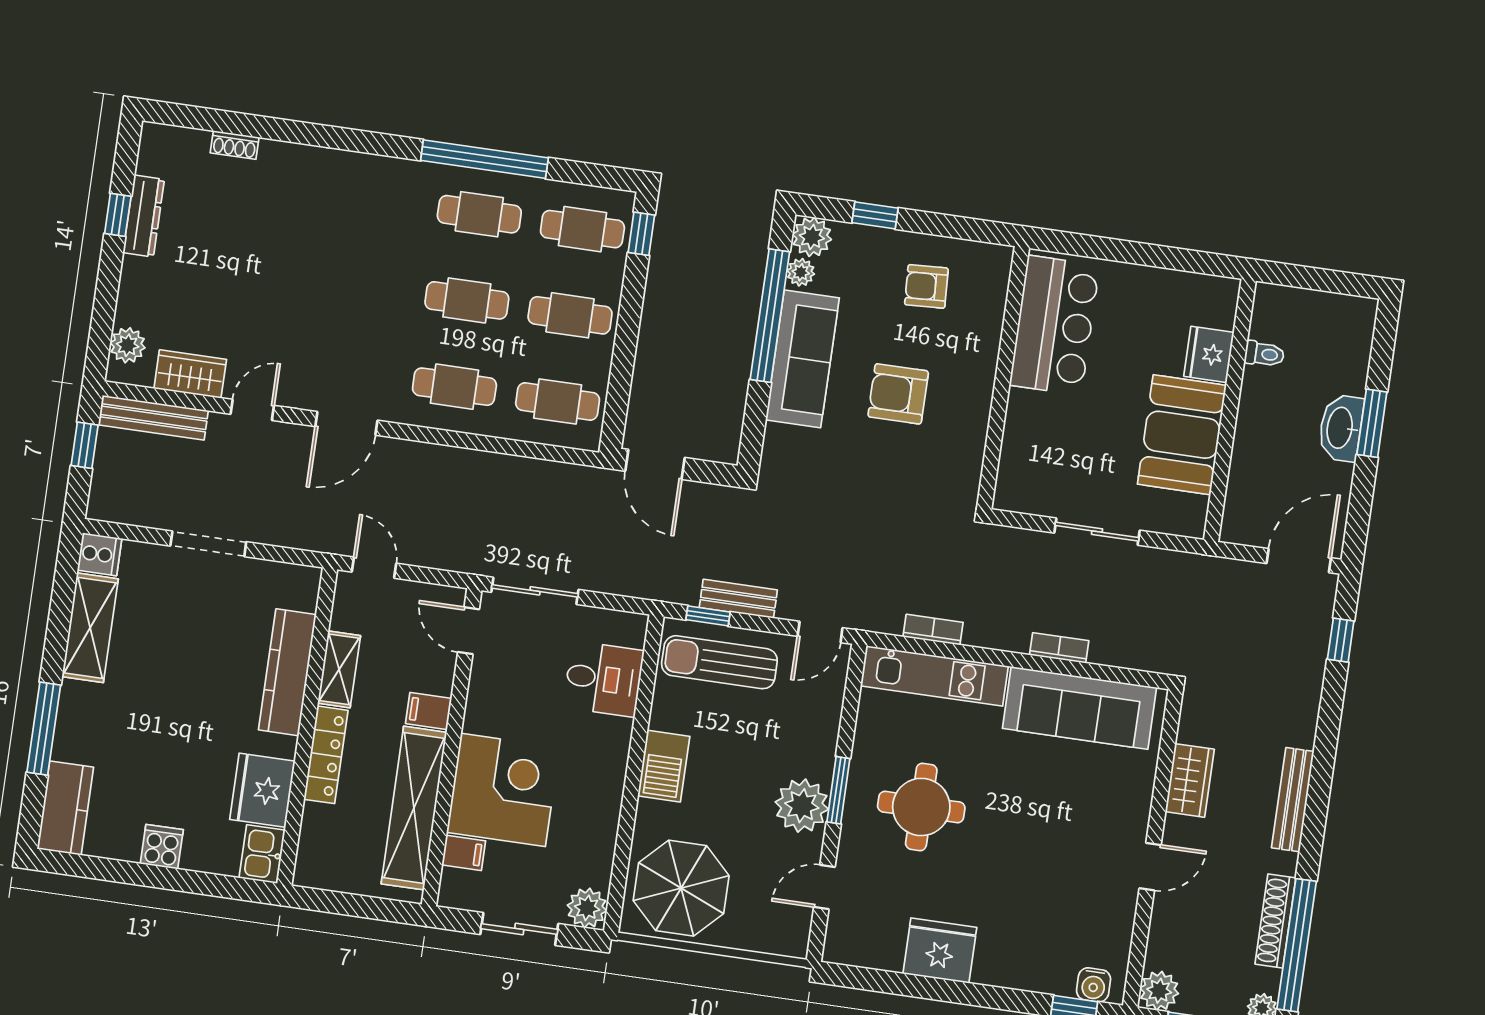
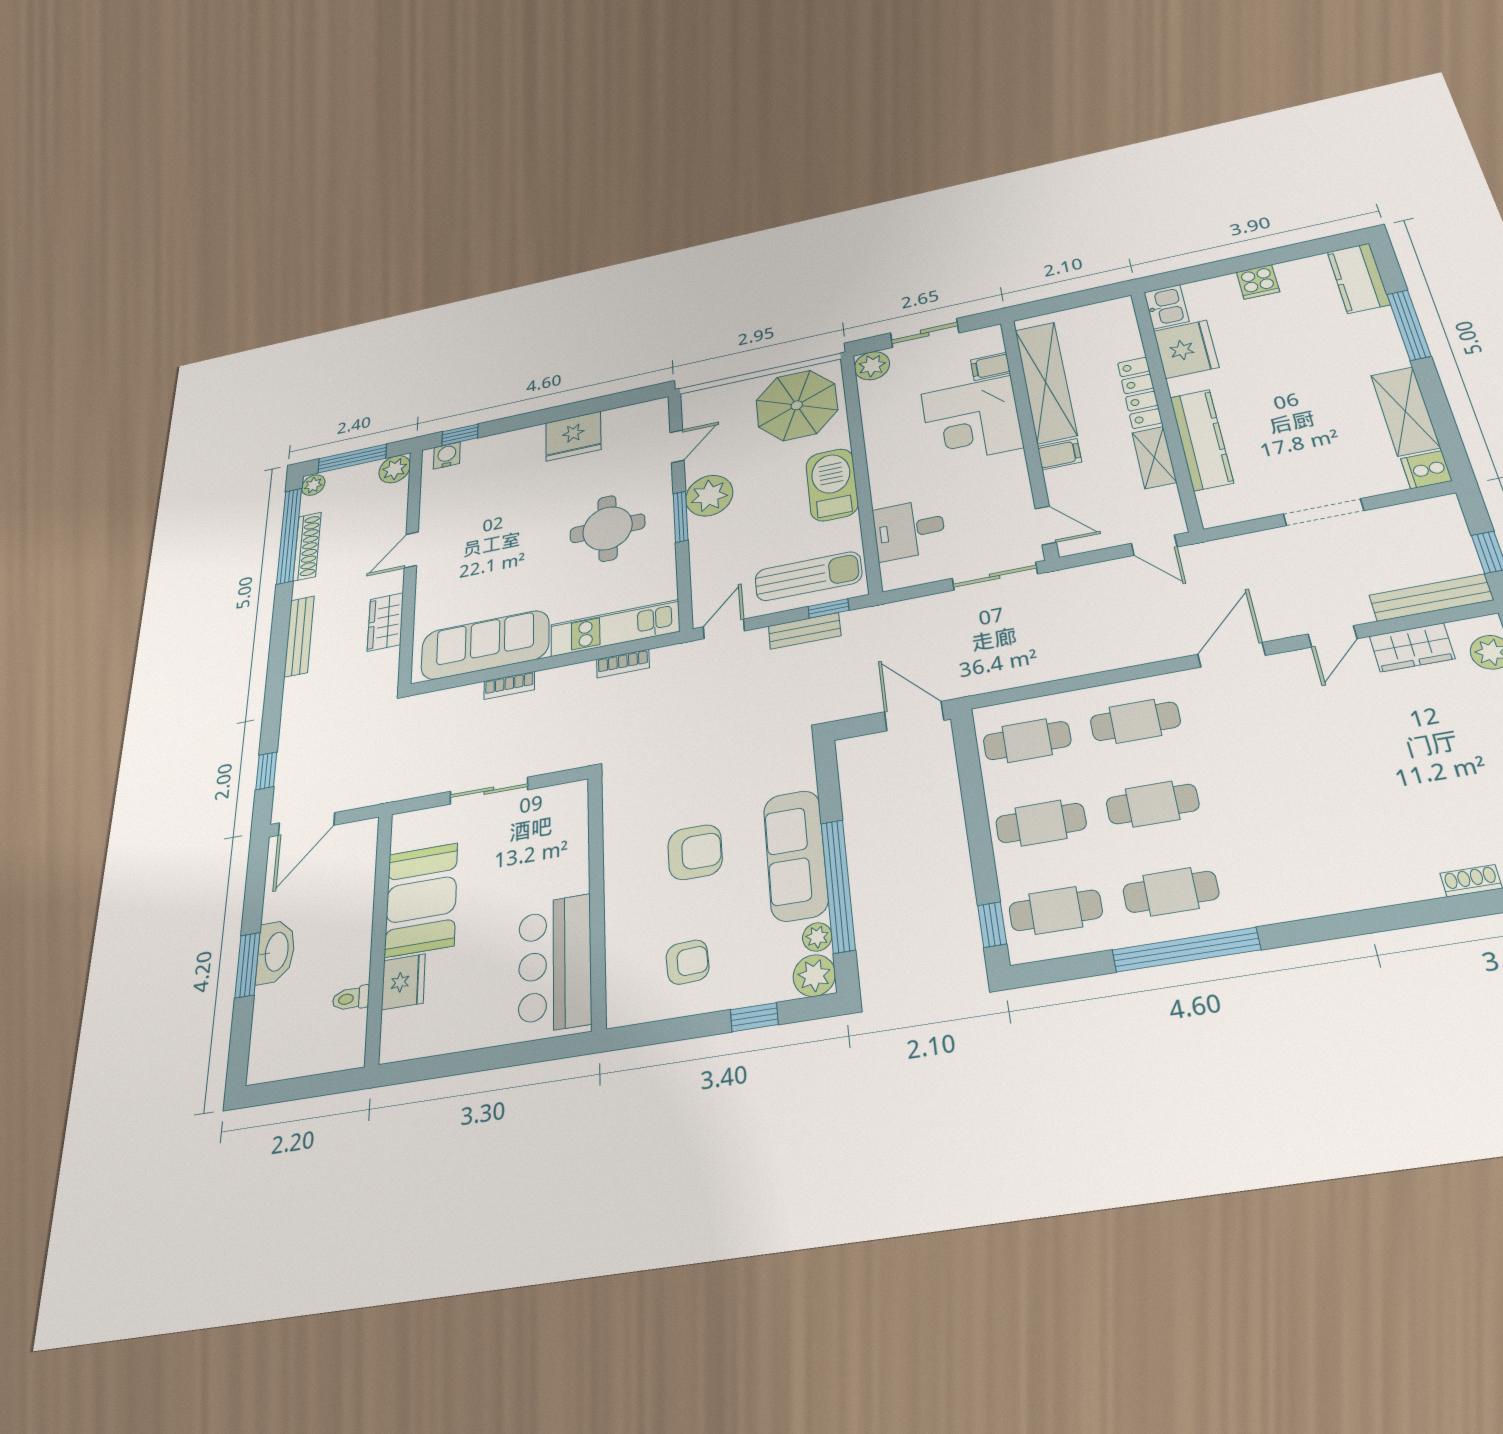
barbecue: (664, 766) -> (832, 485), width x1.37, depth x1.21

